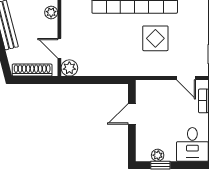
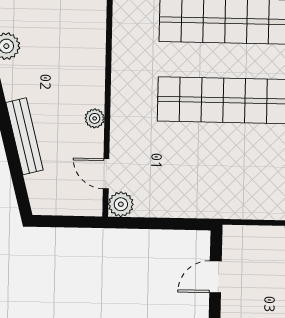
display table: (155, 38) -> (254, 161), removed
shoe rack: (32, 70) -> (64, 206), removed

